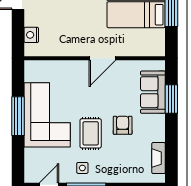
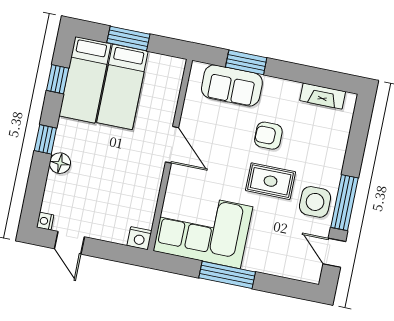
nightstand: (31, 35) -> (139, 238), moved
corner sofa: (47, 115) -> (203, 229), moved
side table: (82, 168) -> (315, 202), width x1.87, depth x1.87

